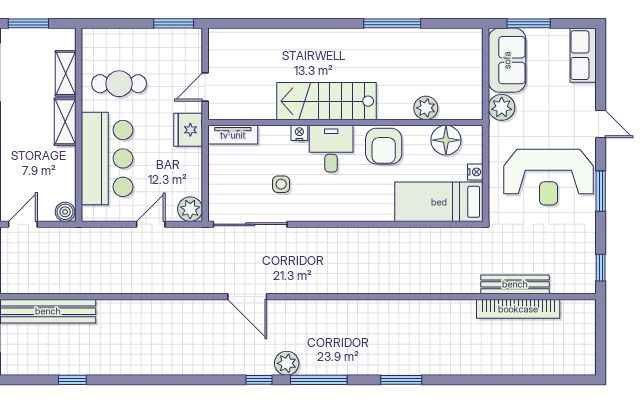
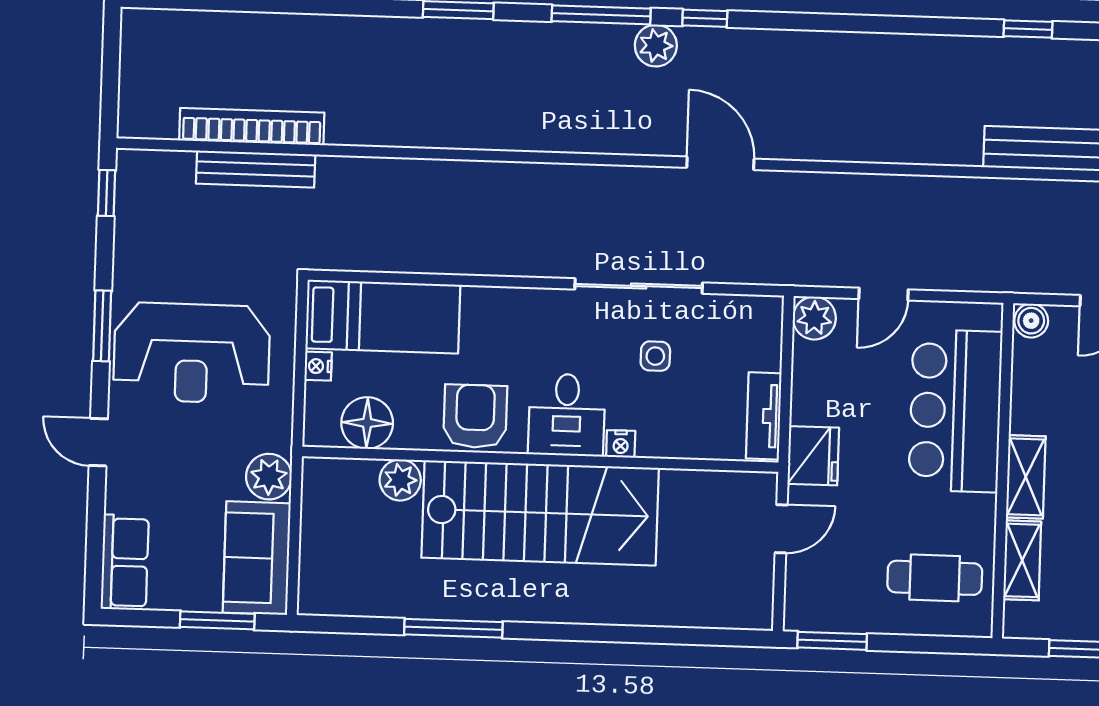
cafe table: (119, 84) -> (935, 578), moved
stairs: (326, 101) -> (540, 513), width x1.36, depth x1.51
tv unit: (233, 135) -> (764, 416), moved, turned -90
reception desk: (548, 177) -> (192, 353), turned 180
sliding door: (250, 224) -> (639, 286), moved

